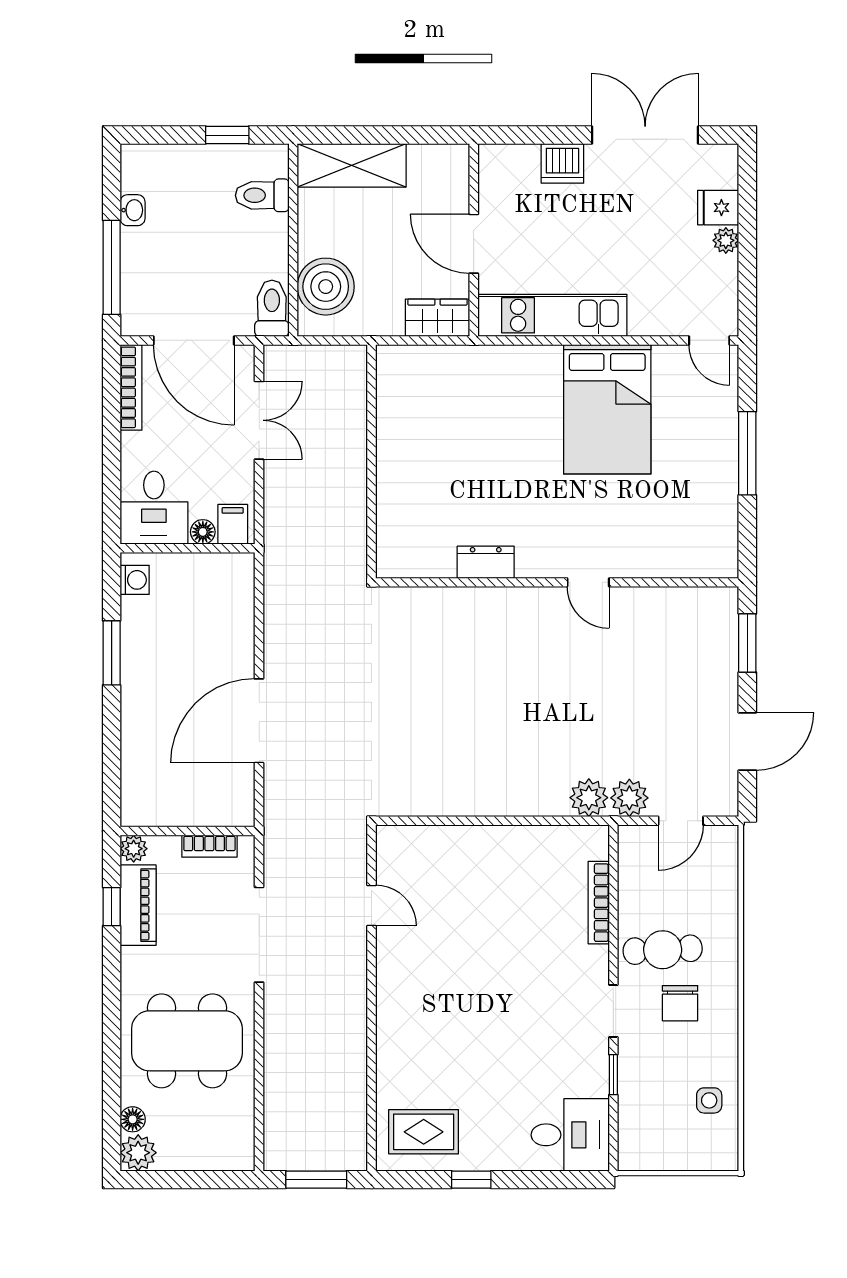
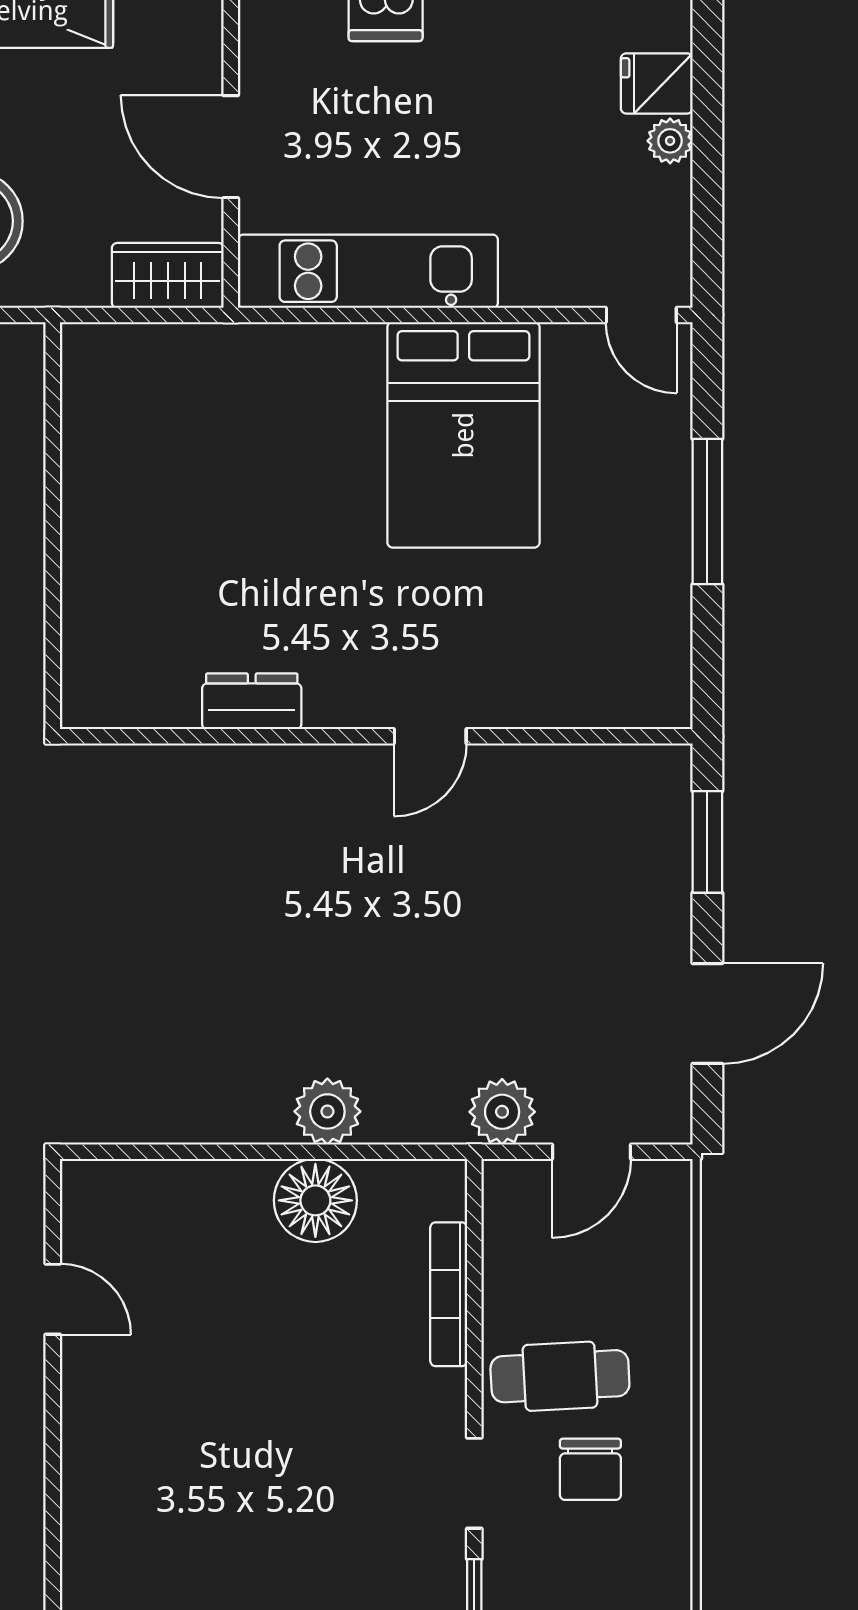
door: (588, 582) -> (430, 736), hinge flipped
plant: (589, 798) -> (327, 1111), moved
floor lamp: (522, 849) -> (315, 1200), added

